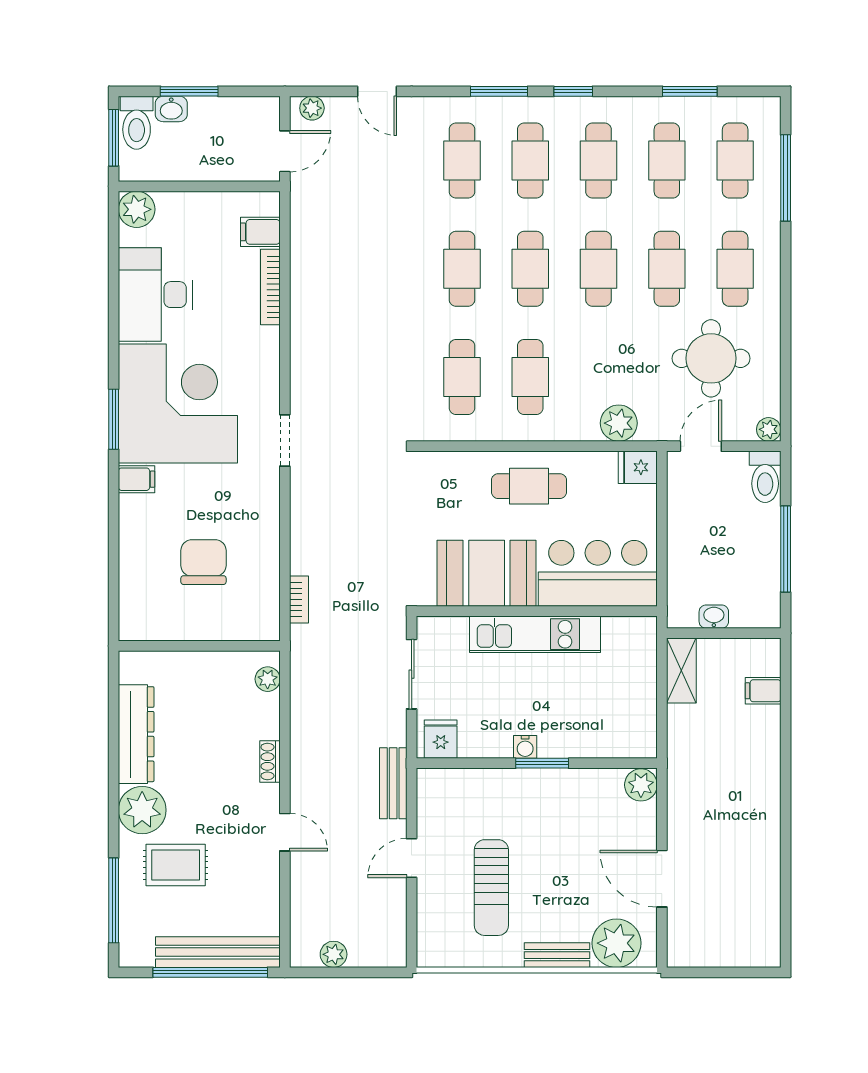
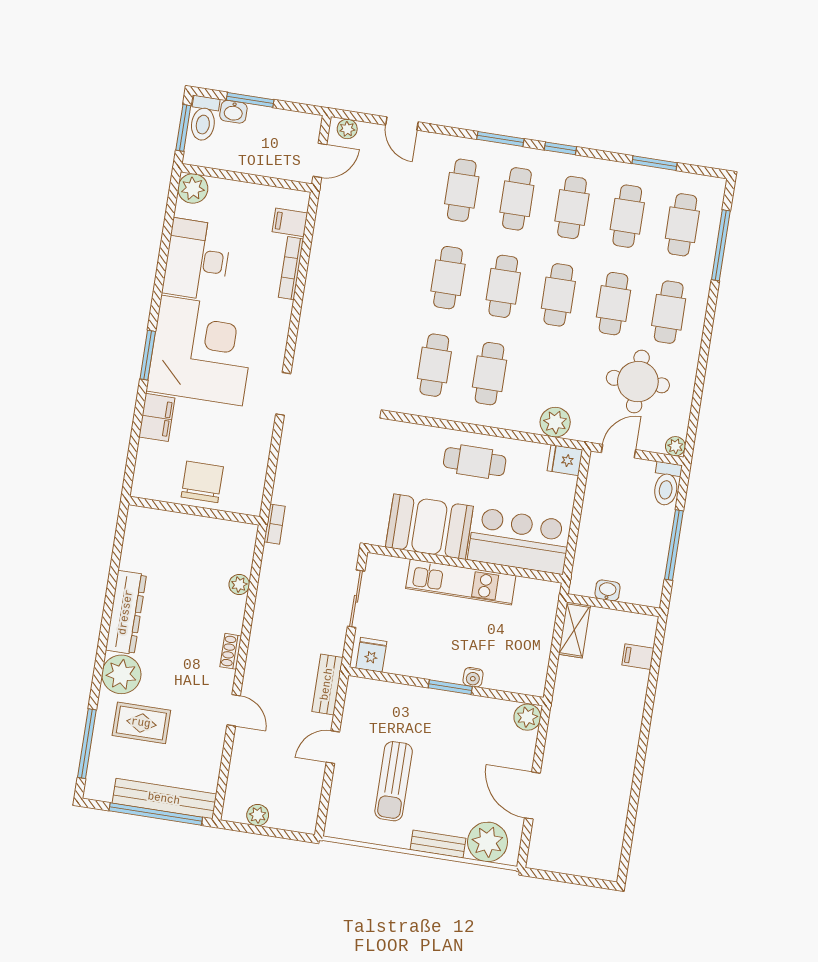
filing cabinet: (137, 479) -> (157, 417), width x2.00
wall: (199, 646) -> (194, 511), moved
water cooler: (525, 747) -> (473, 677), moved

